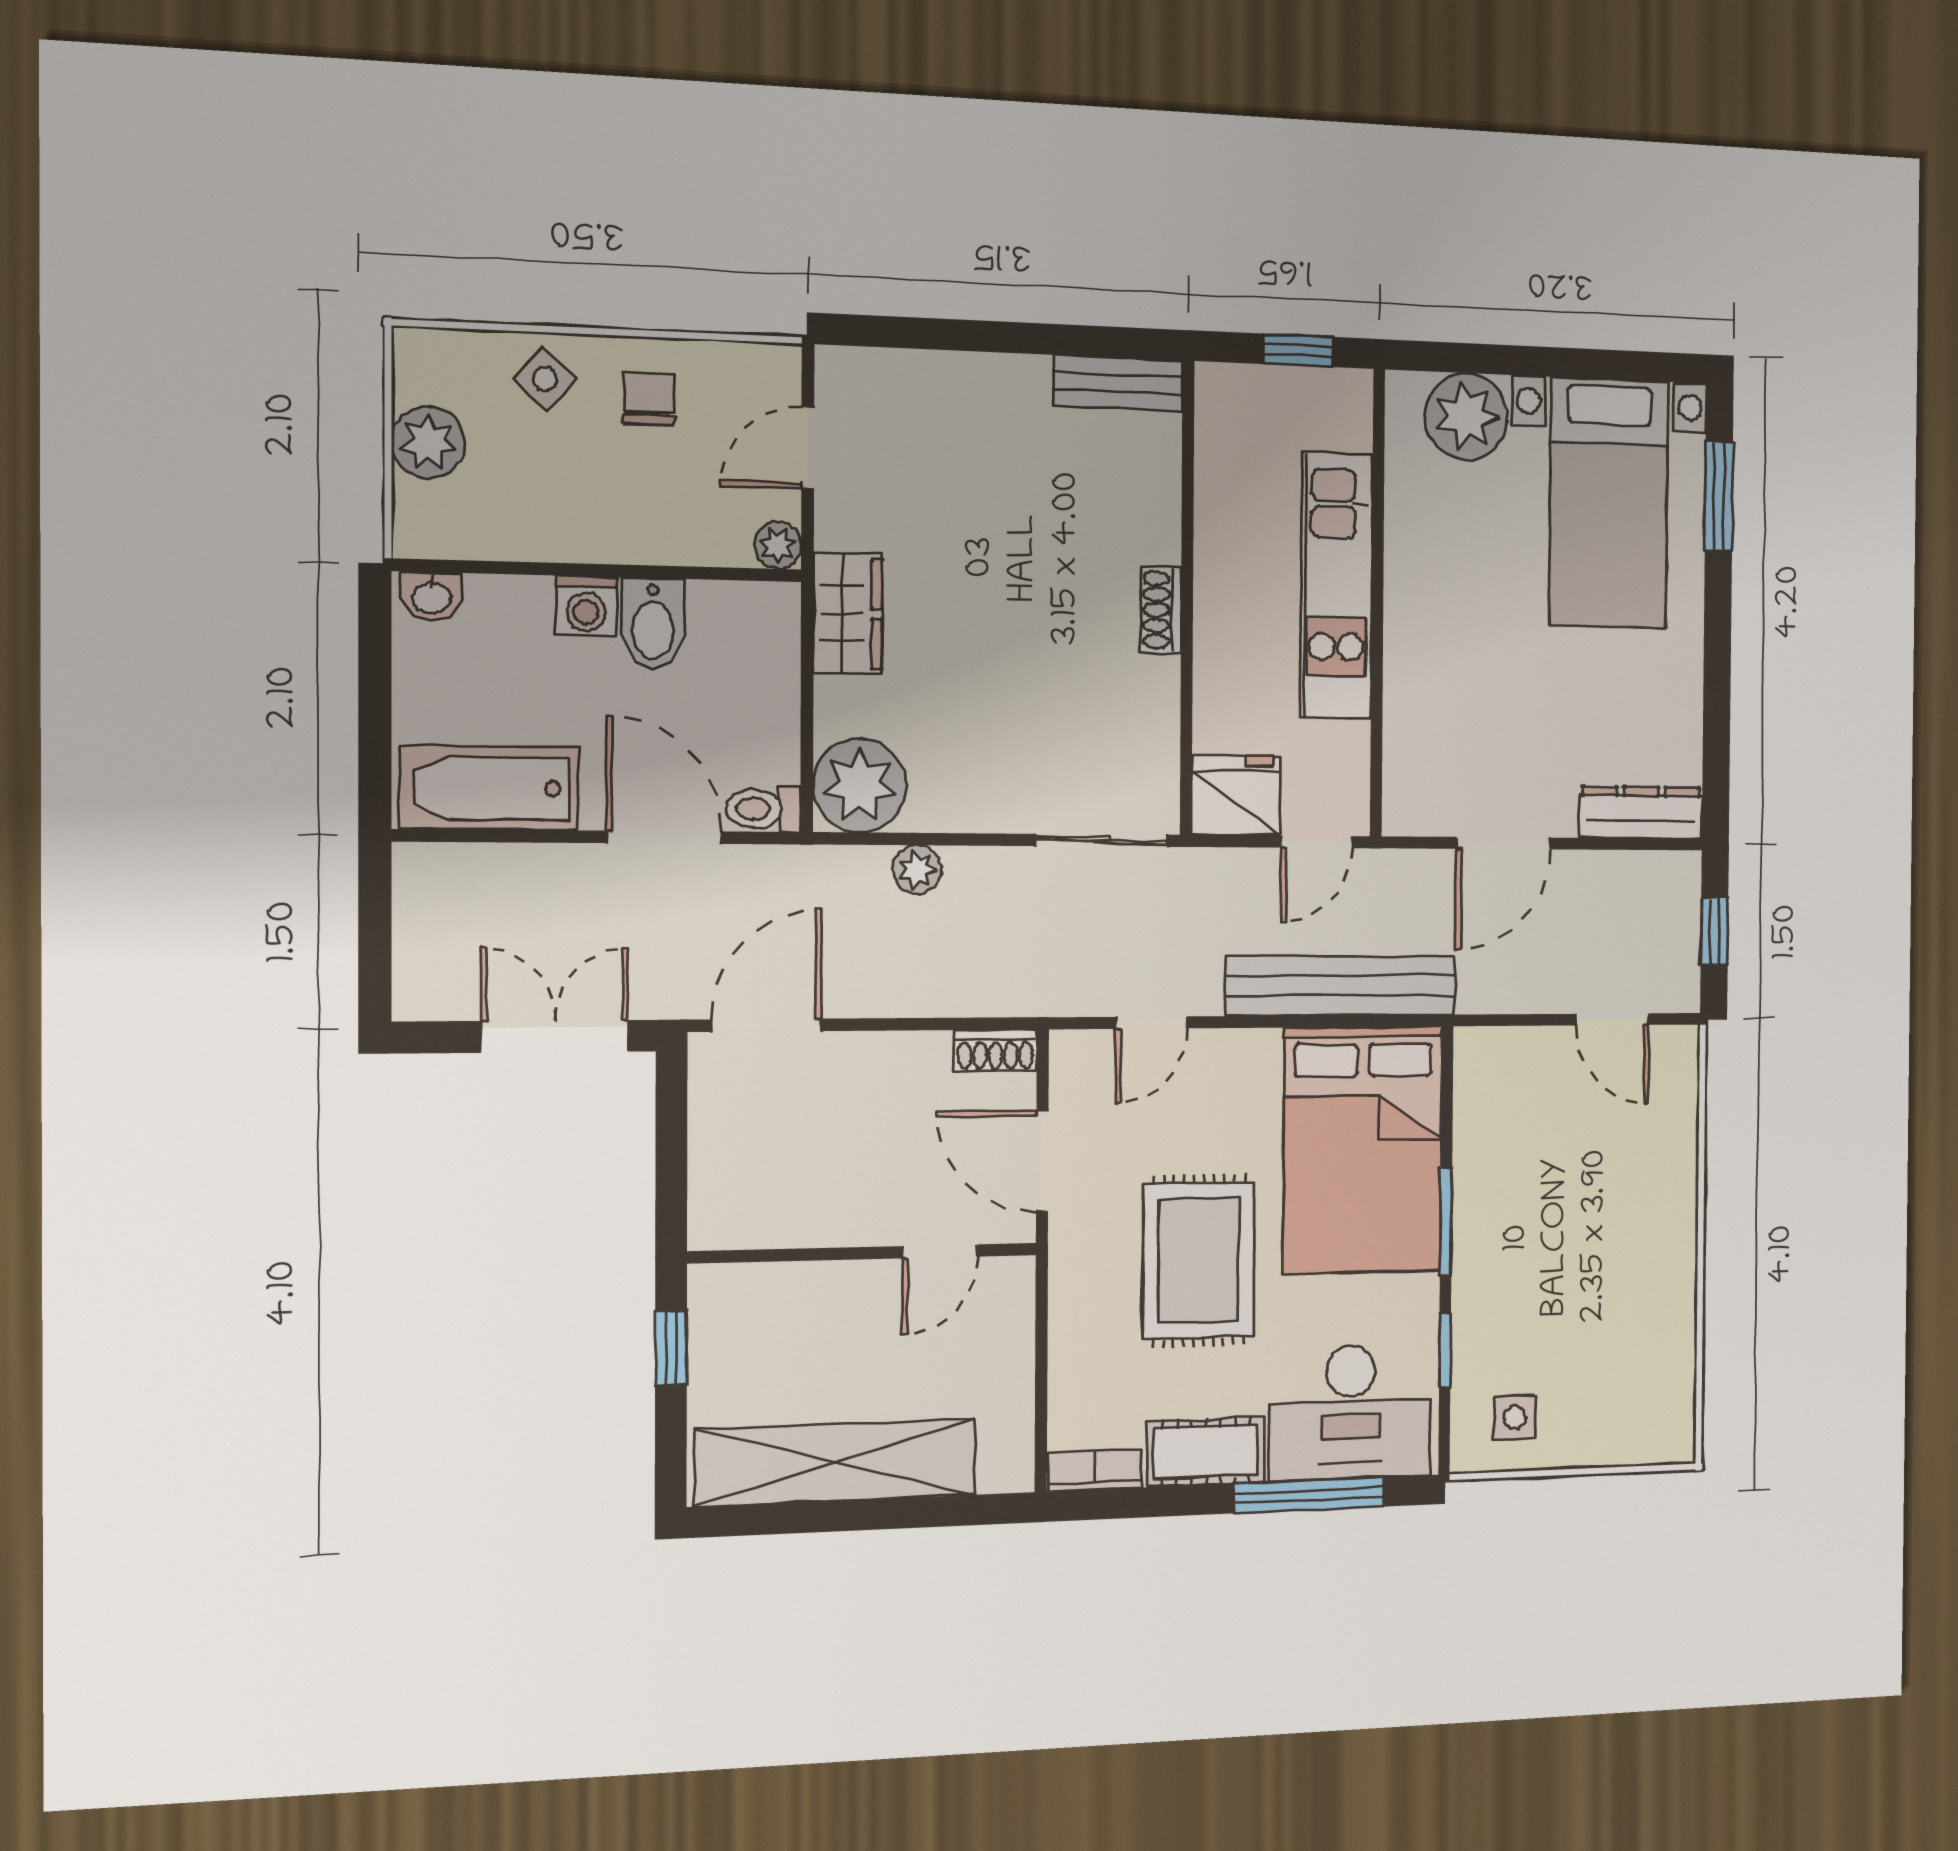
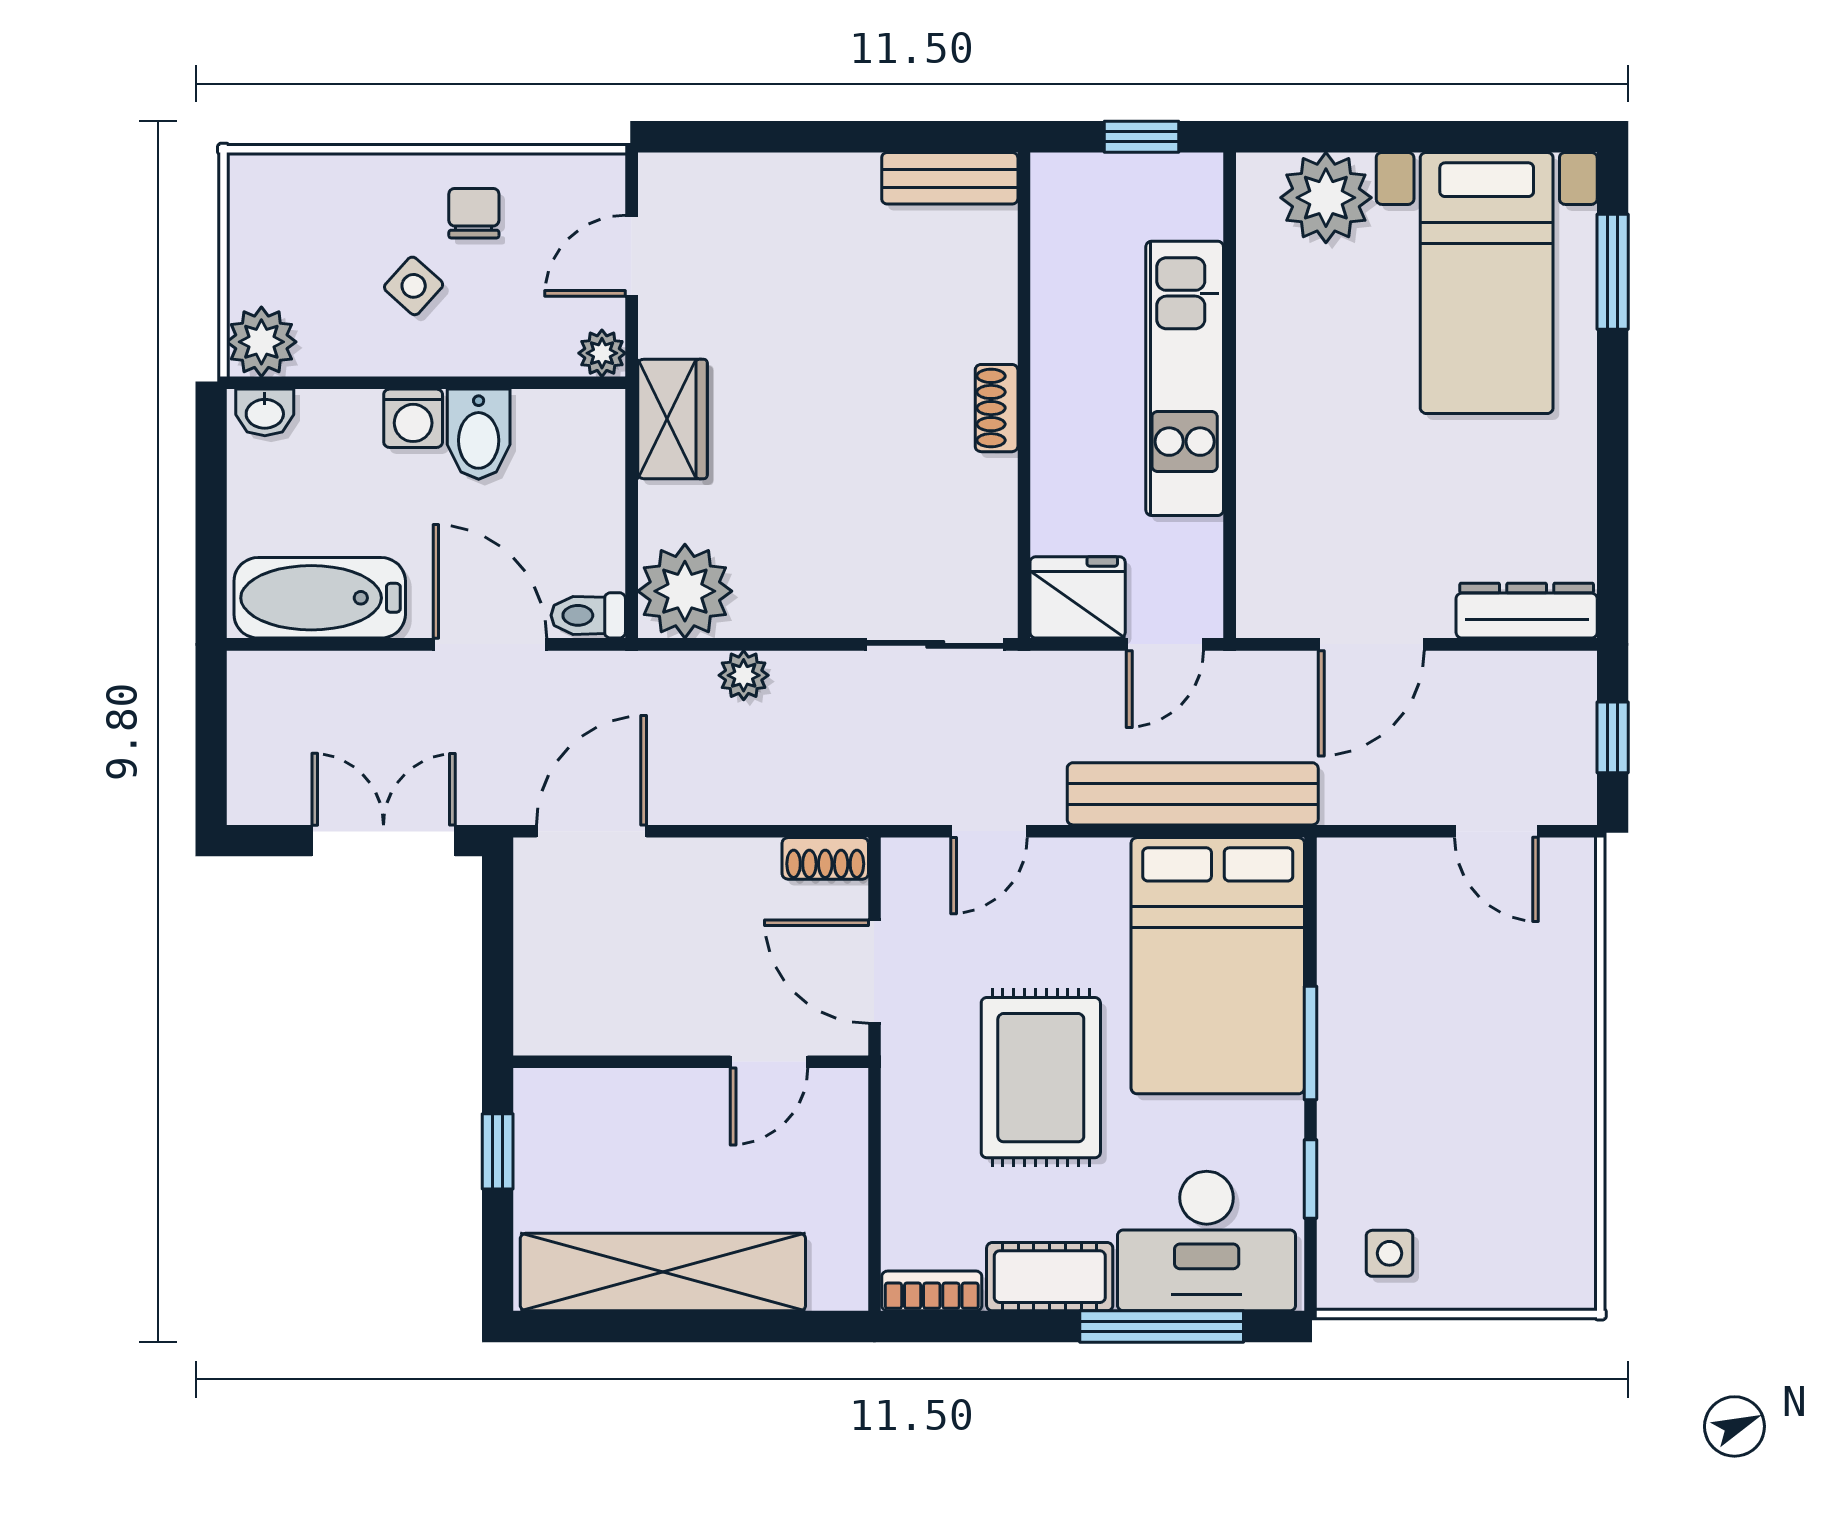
side table: (545, 379) -> (414, 286), moved
plant: (428, 442) -> (261, 342), moved

